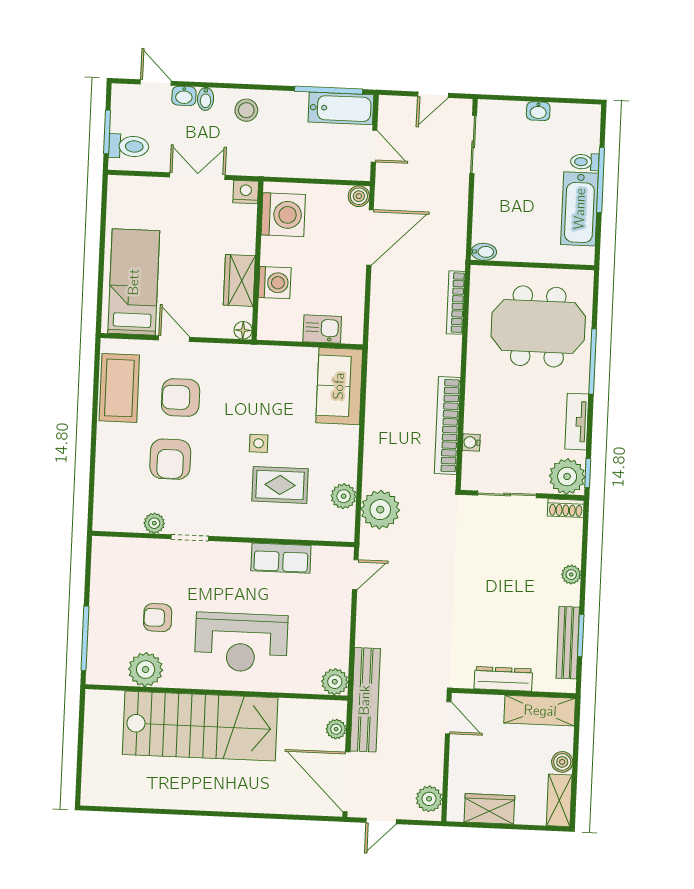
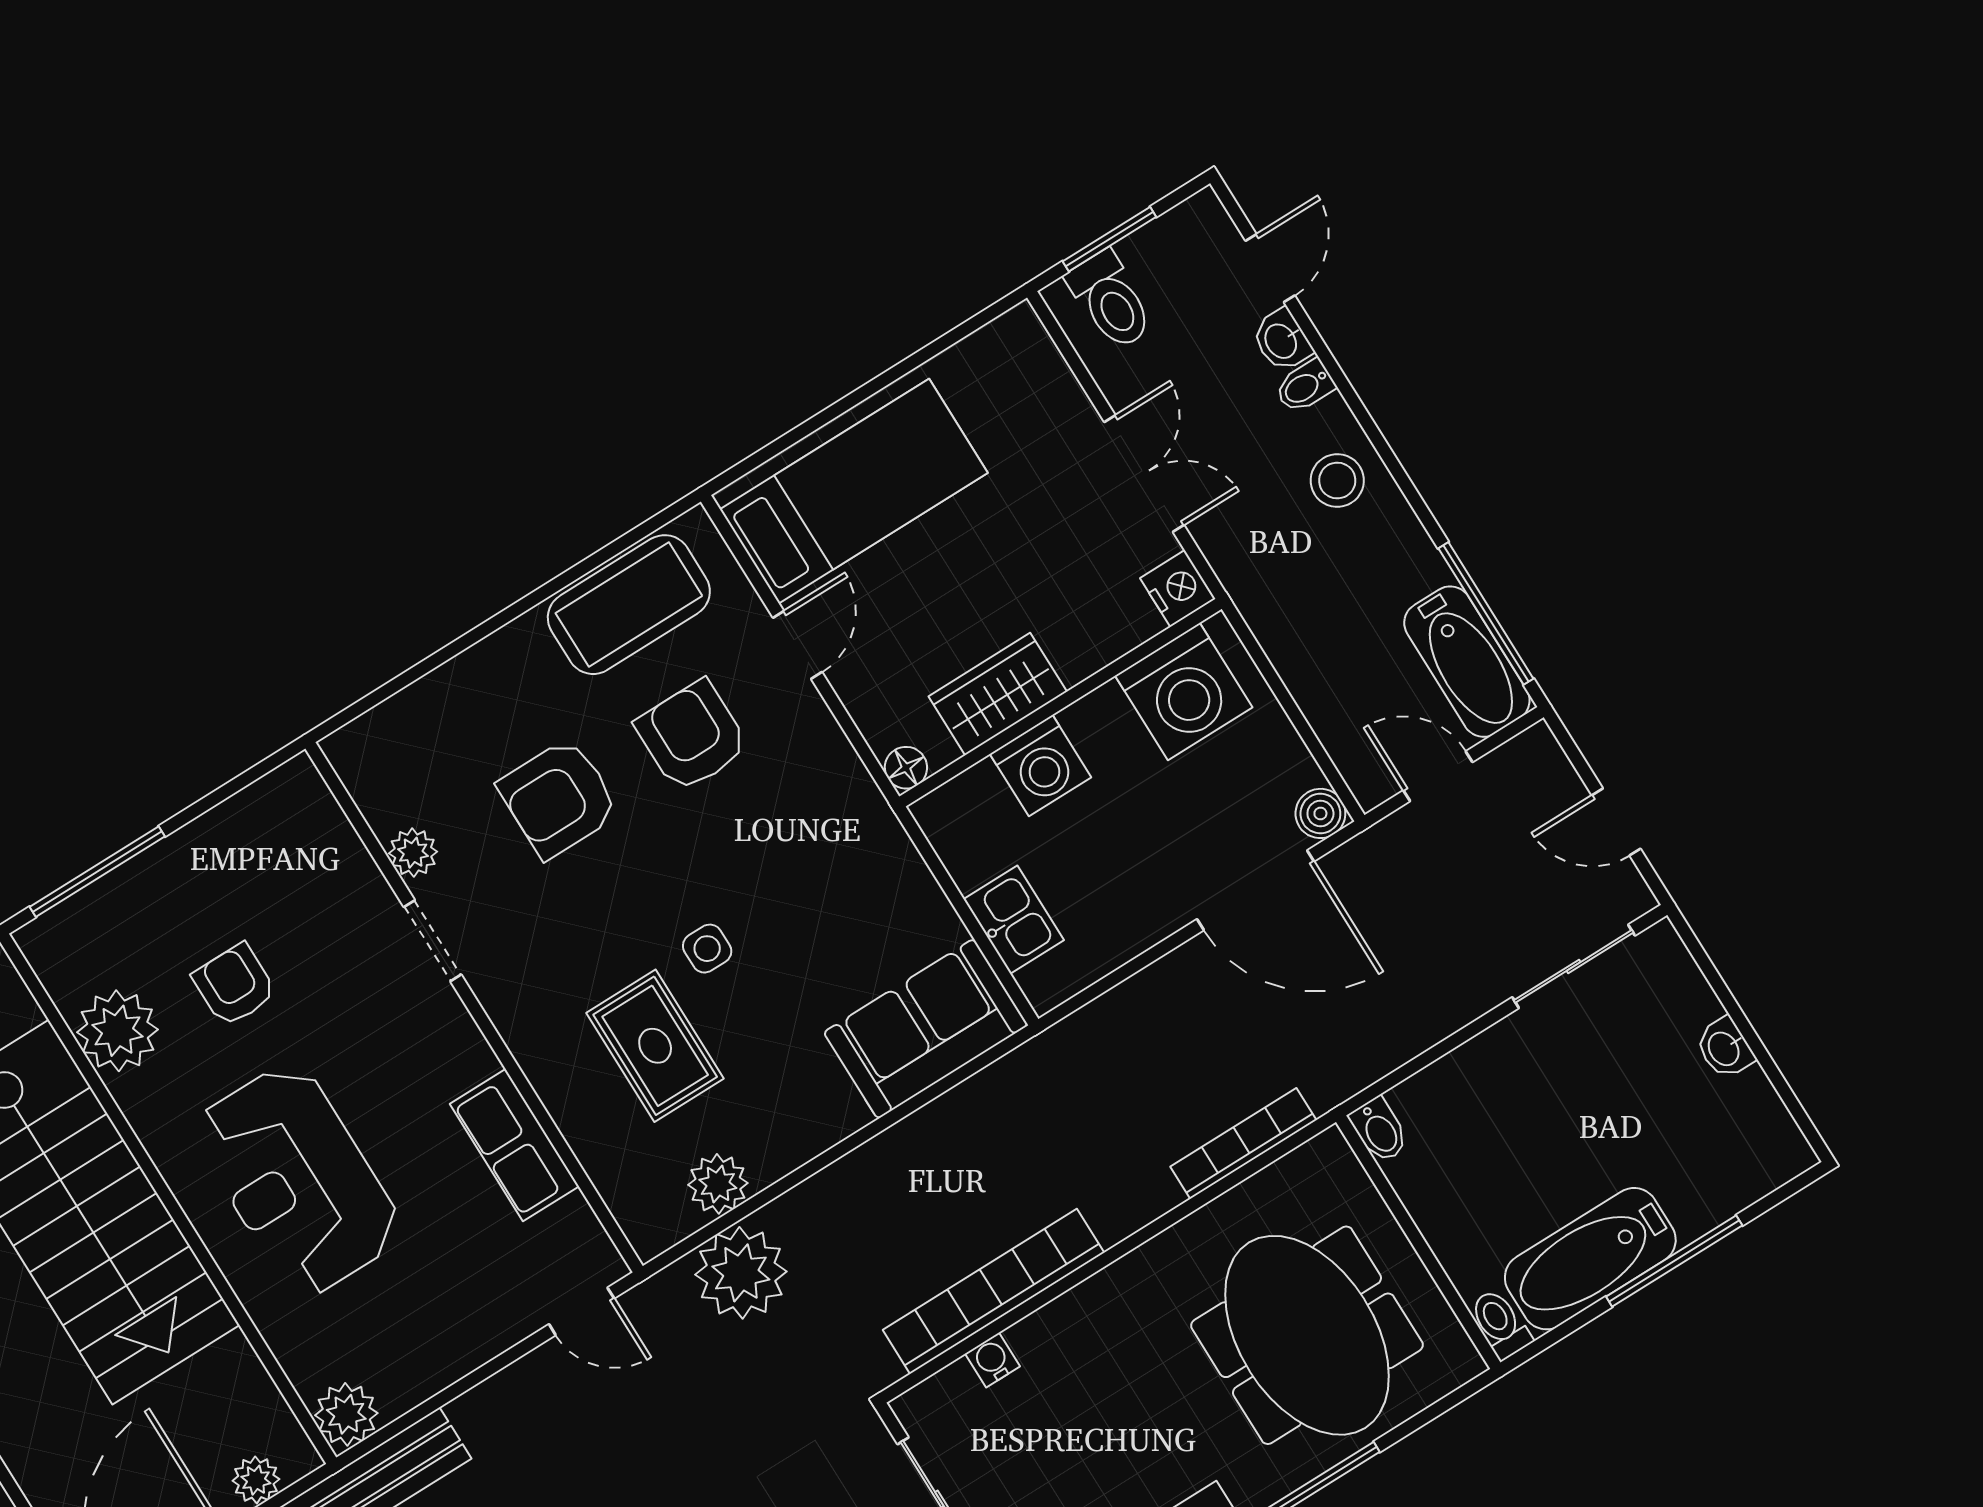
door: (374, 146) -> (1438, 776), swing flipped
toilet: (585, 162) -> (1500, 1324), moved

